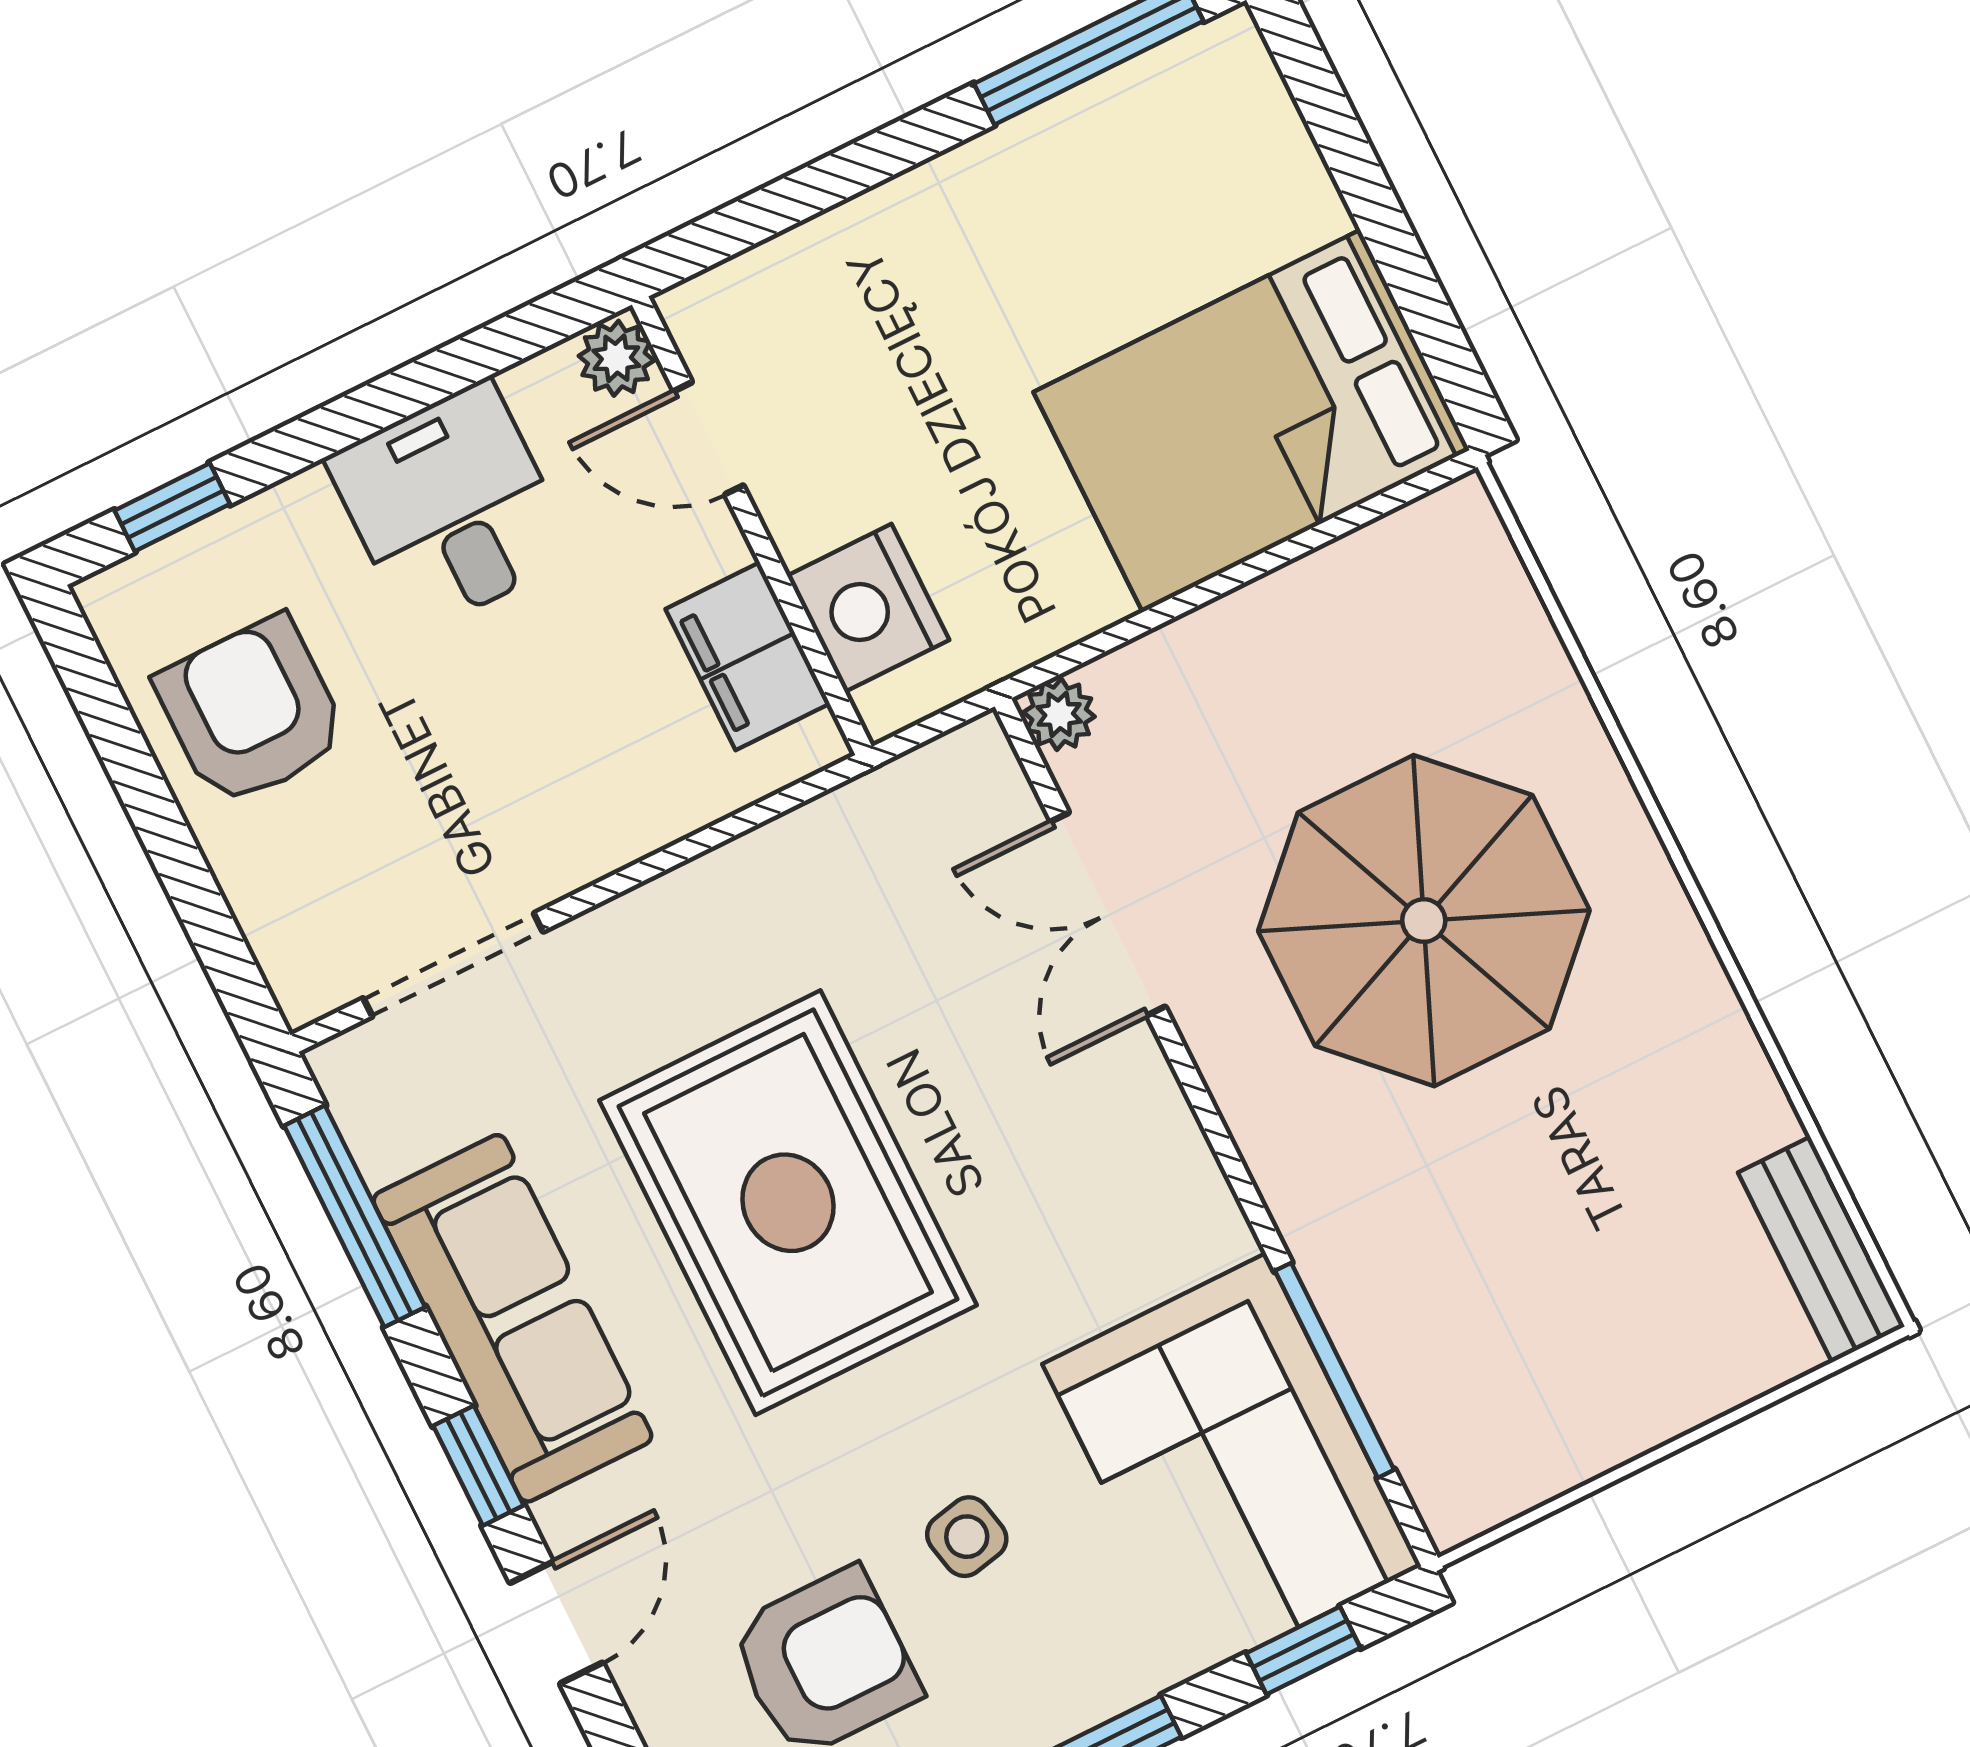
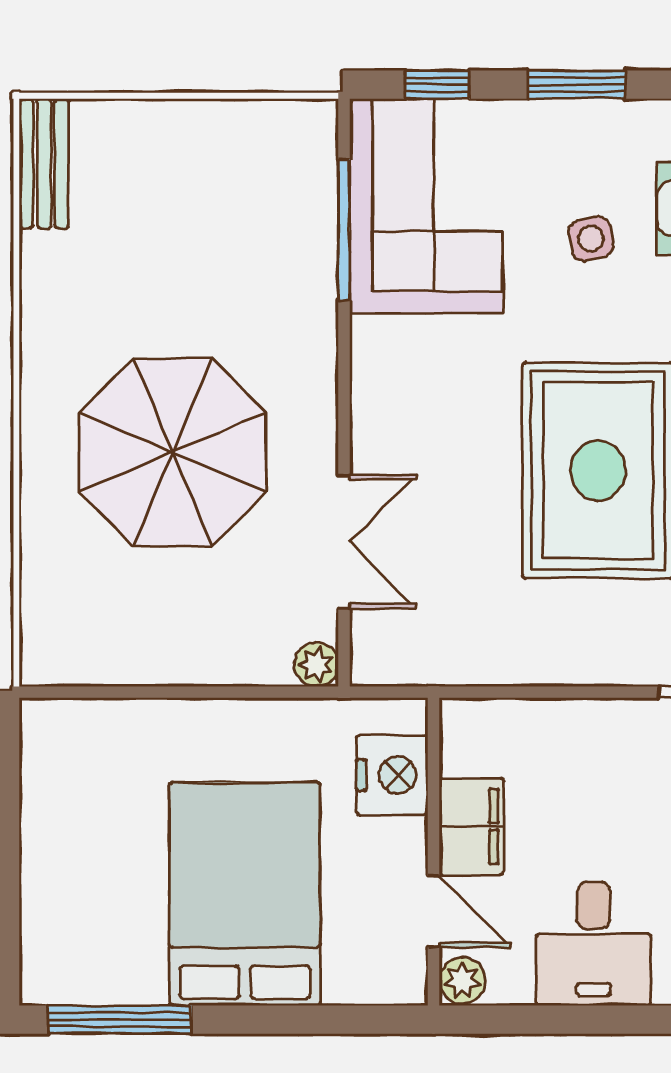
bed: (1252, 421) -> (245, 894), moved, turned -90
filing cabinet: (748, 656) -> (471, 827), moved

